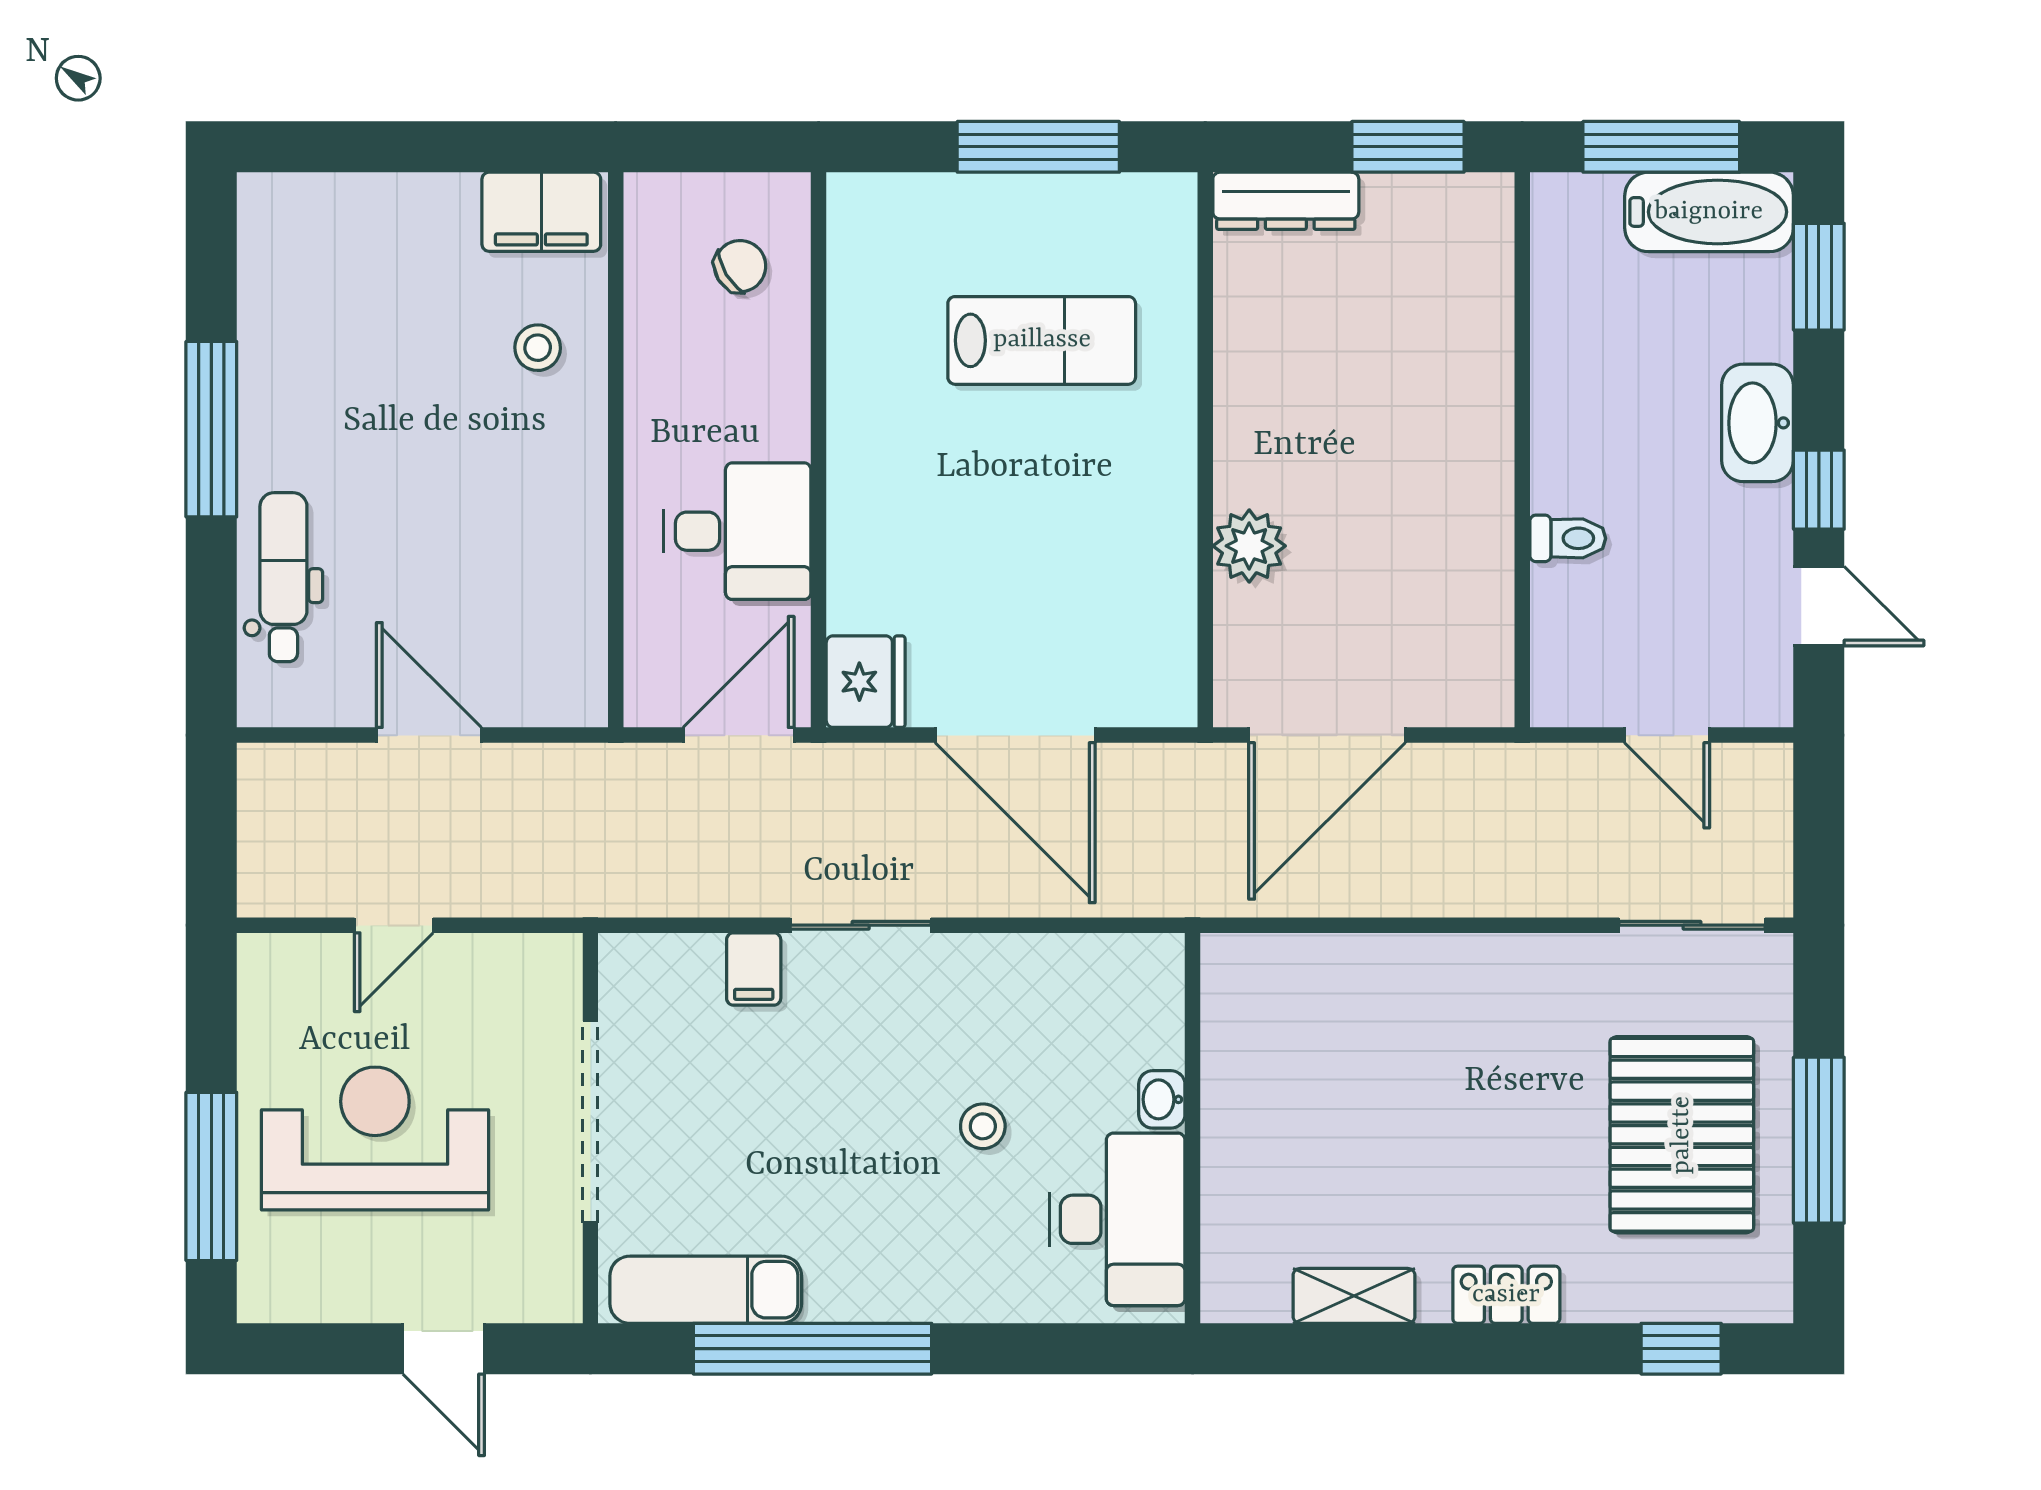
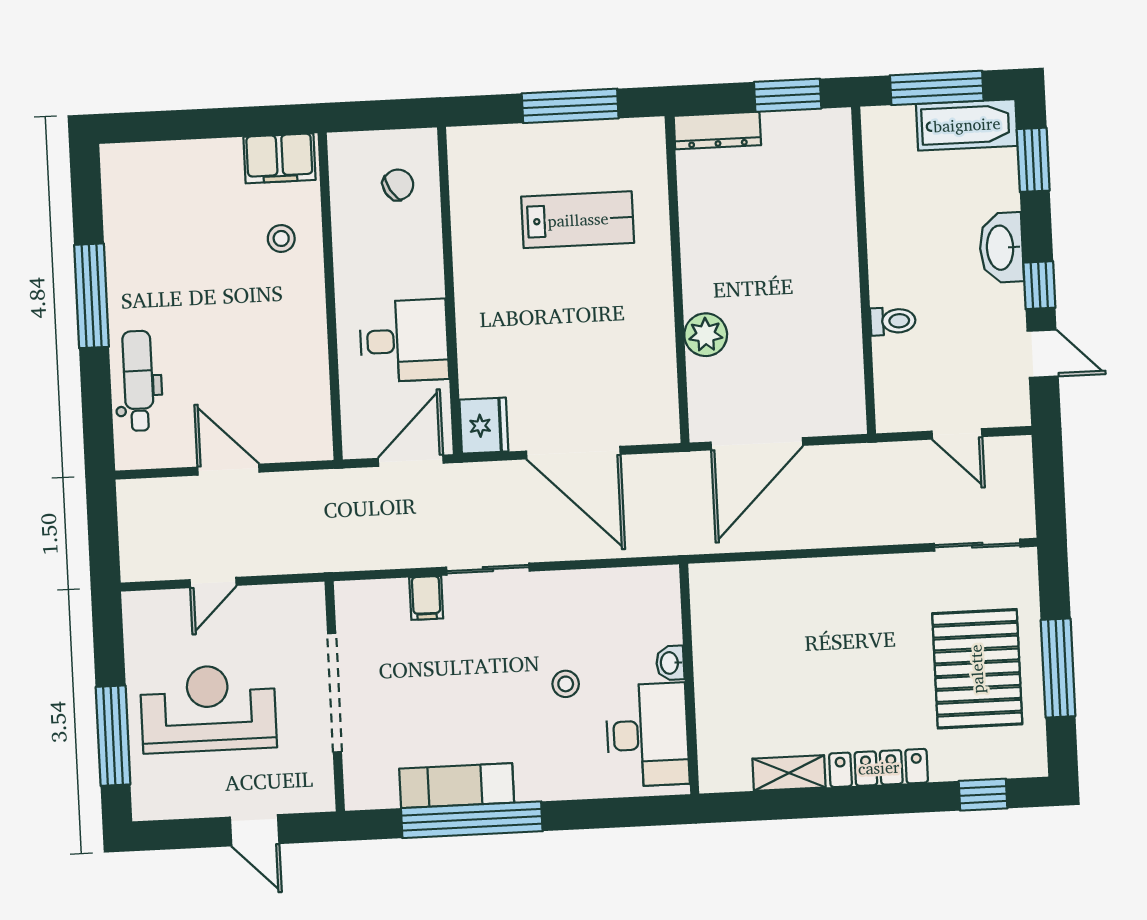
exam couch: (706, 1290) -> (457, 786), moved
locker: (1506, 1295) -> (879, 768), width x1.53

